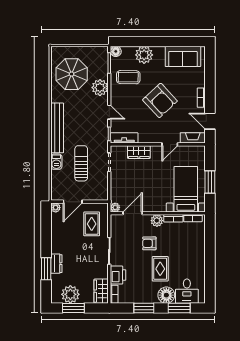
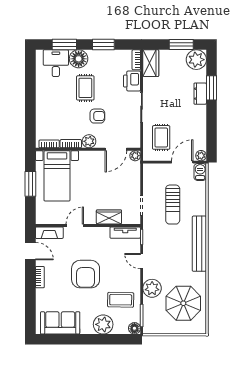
armchair: (160, 100) -> (86, 274), turned -137
barbecue: (56, 162) -> (200, 172), moved
plant: (70, 294) -> (196, 60), moved

